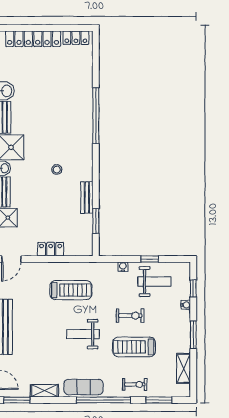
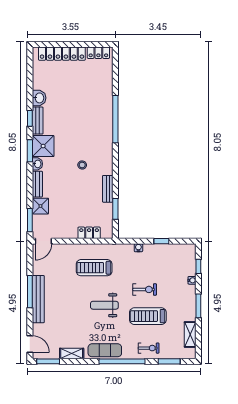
locker: (51, 249) -> (89, 233), moved
weight bench: (154, 282) -> (165, 260), removed
treadmill: (71, 290) -> (94, 268), turned 180

